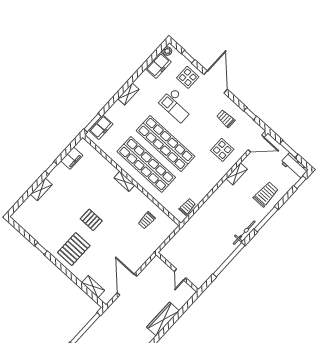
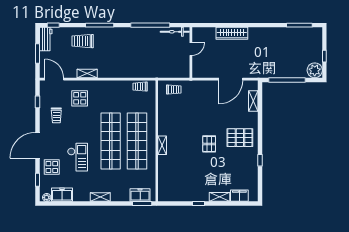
filing cabinet: (72, 158) -> (239, 196), moved
trolley: (147, 220) -> (174, 89), moved
bicycle: (244, 233) -> (175, 32), moved

